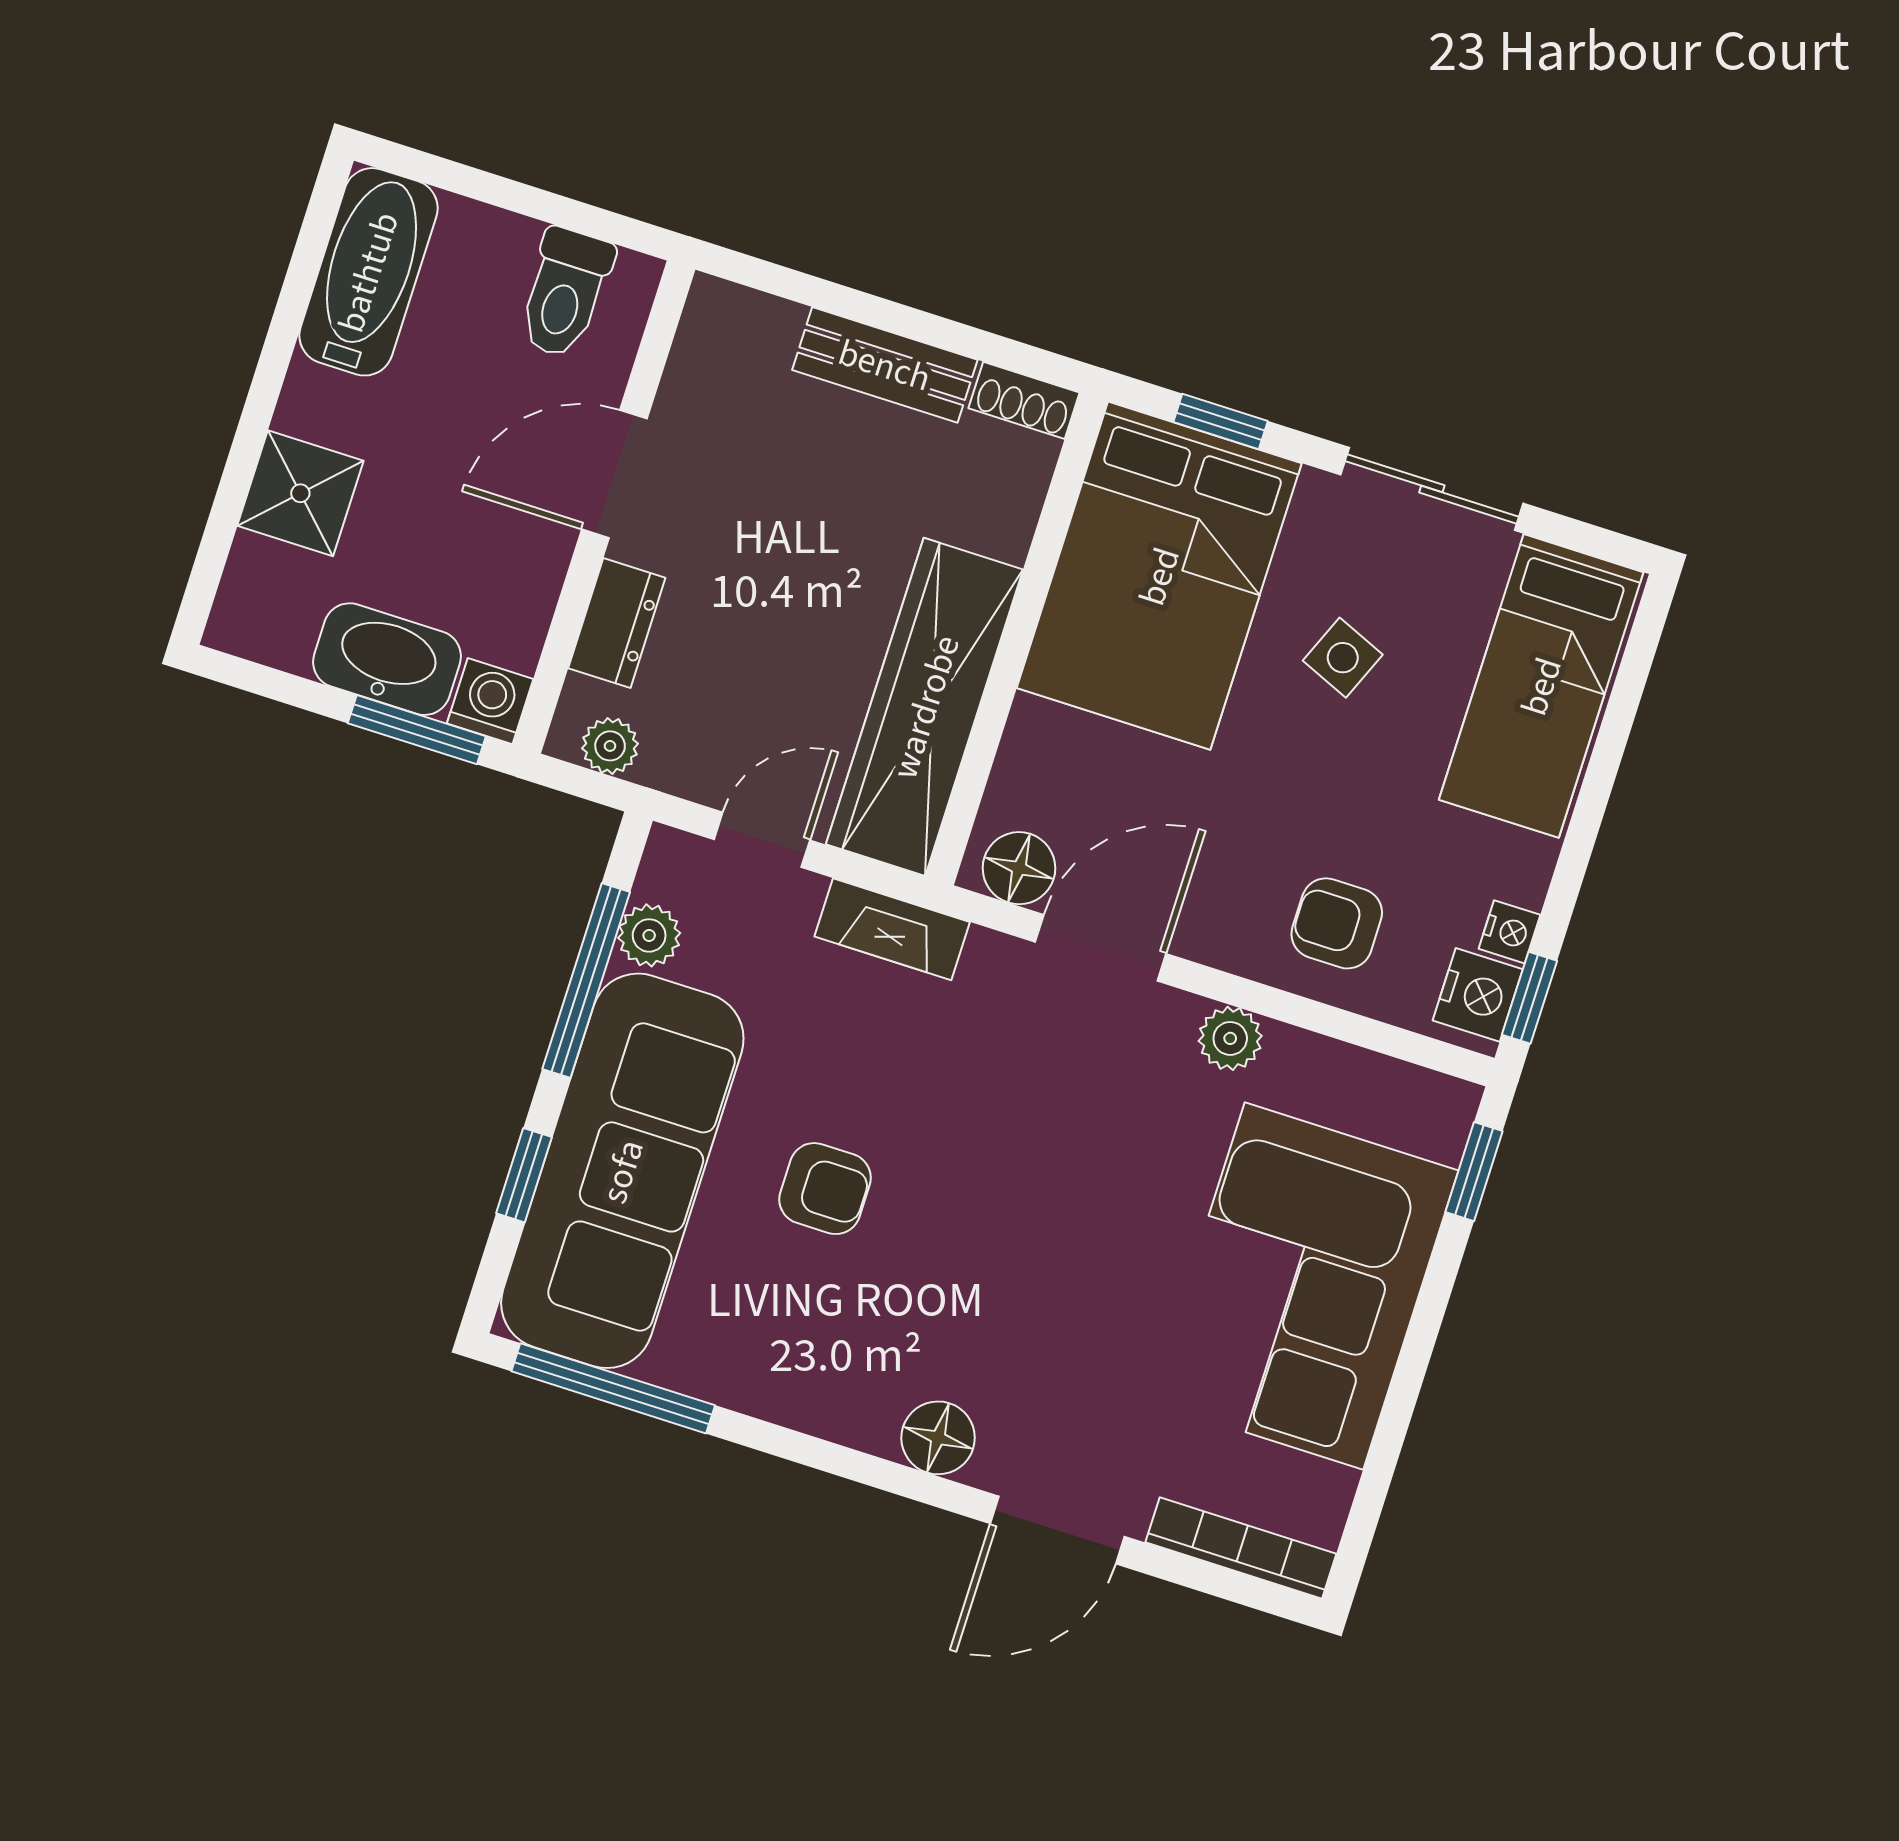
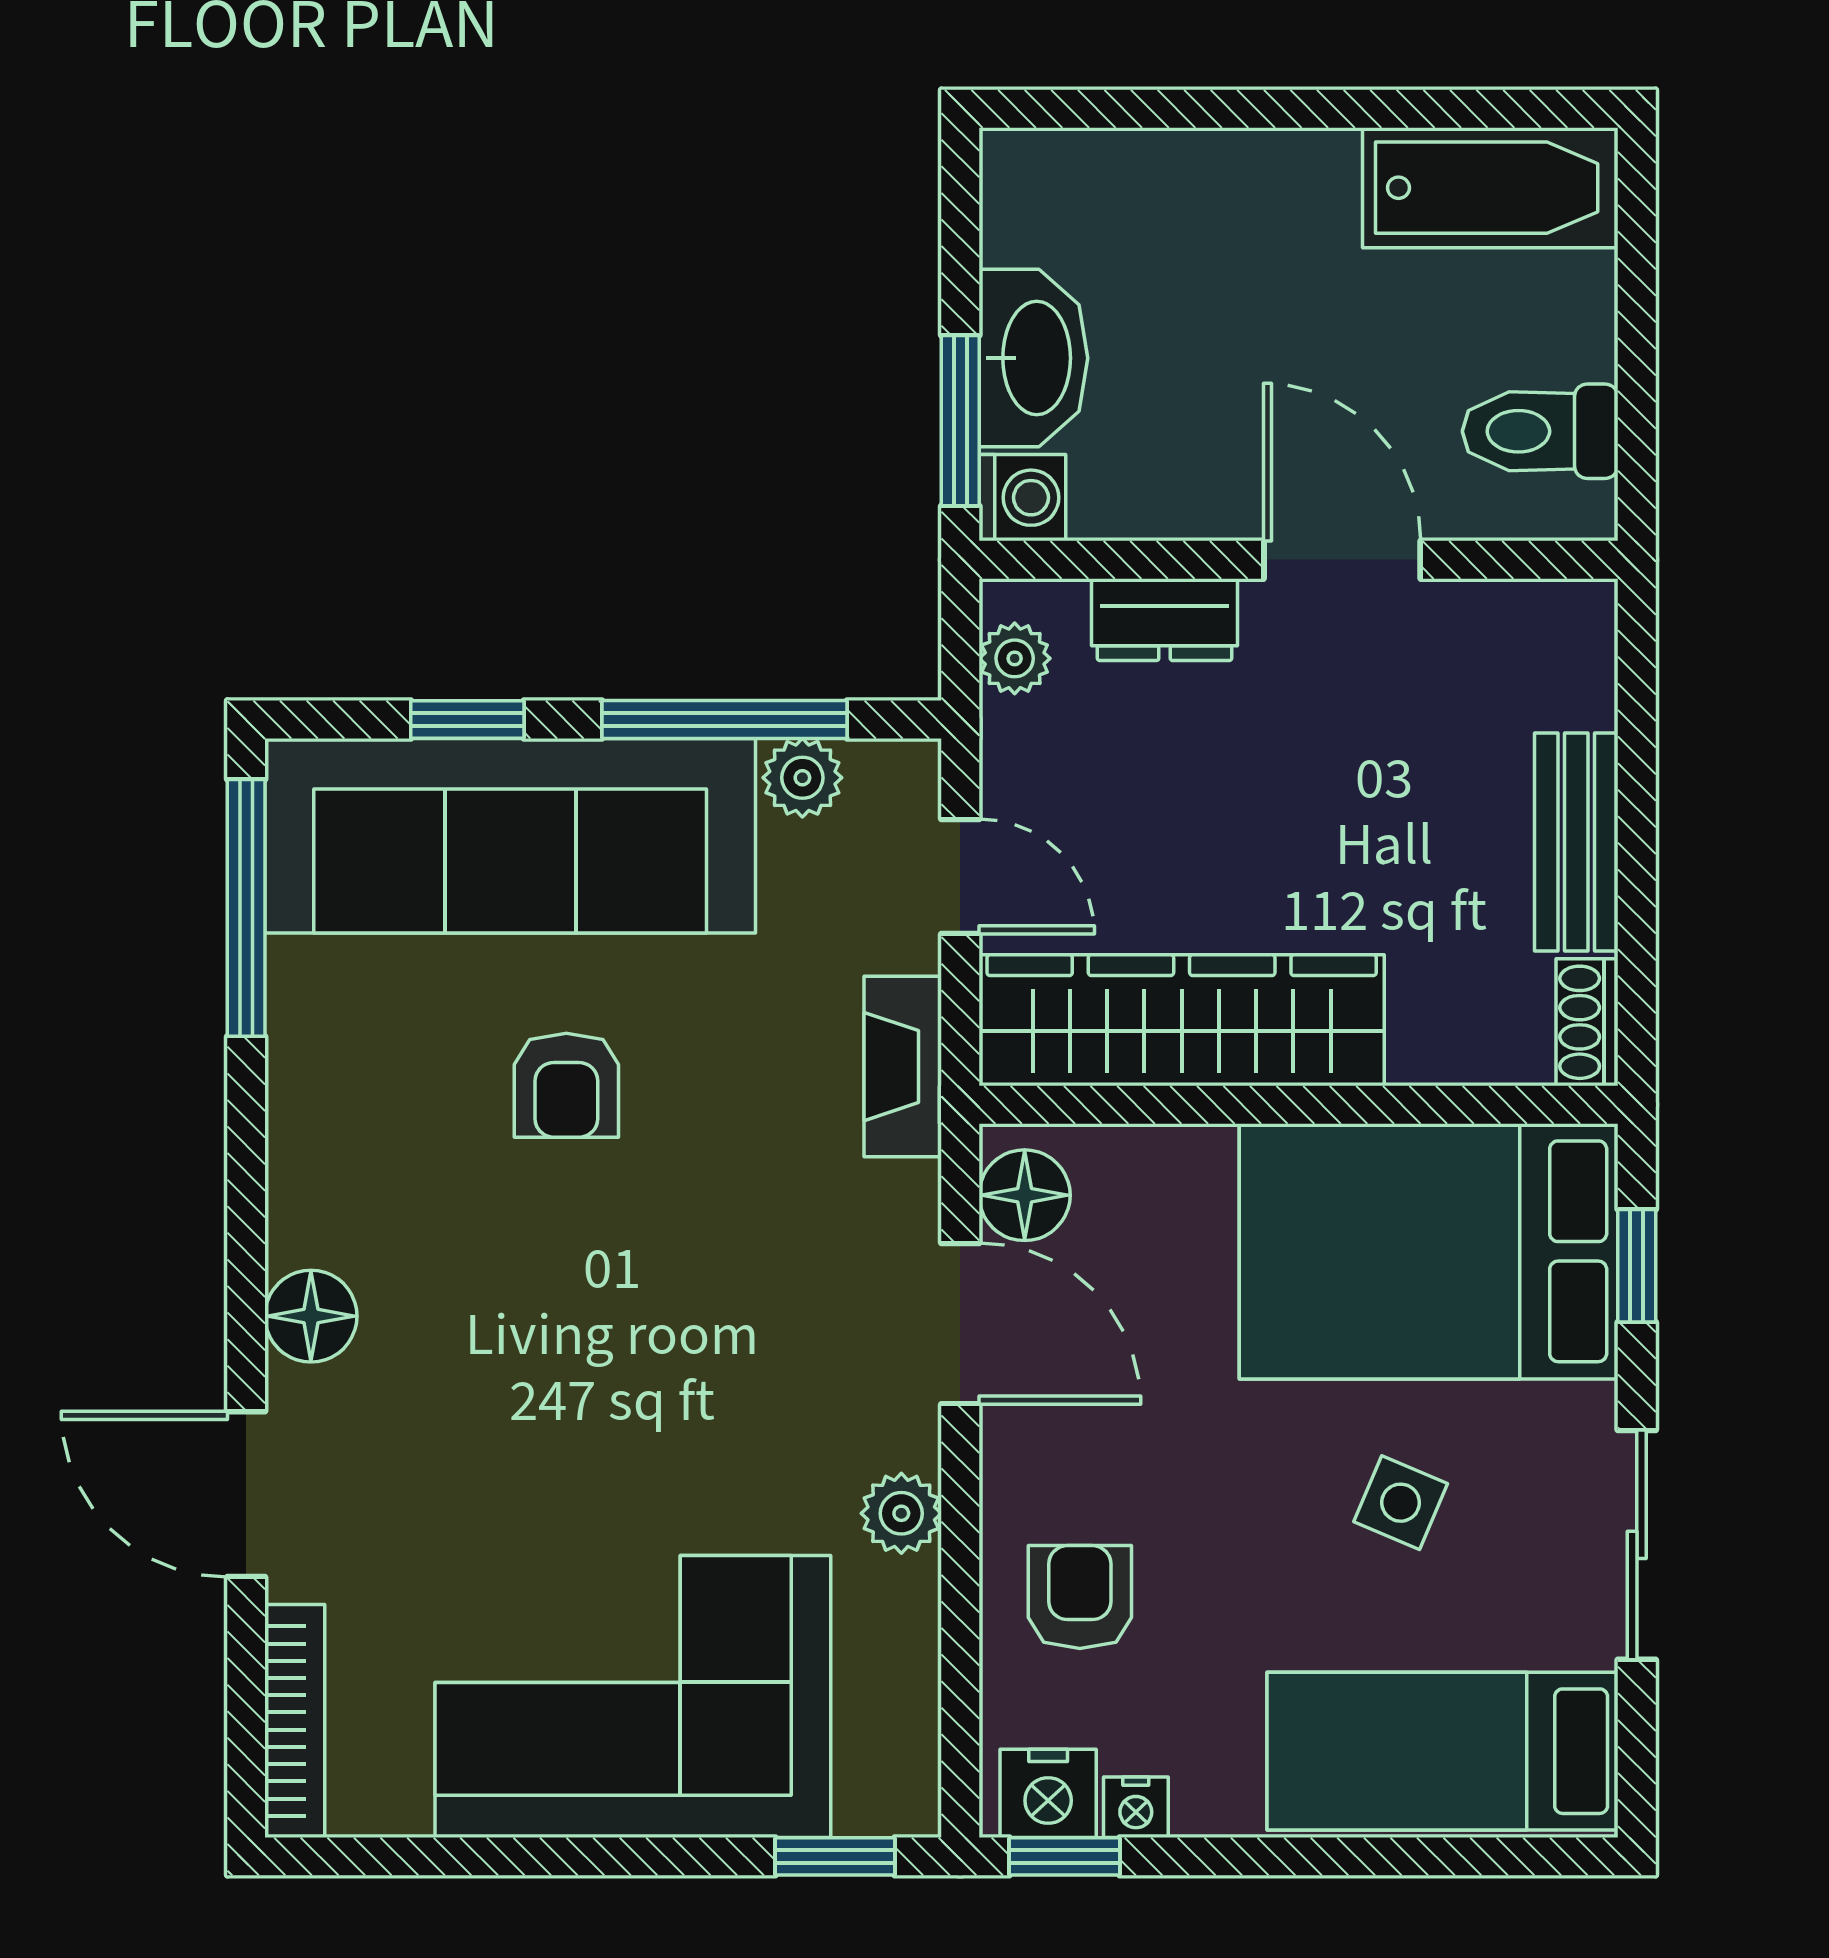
shower: (300, 493) -> (1199, 191), removed

